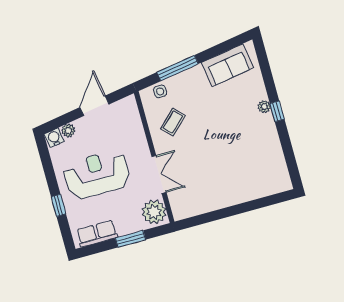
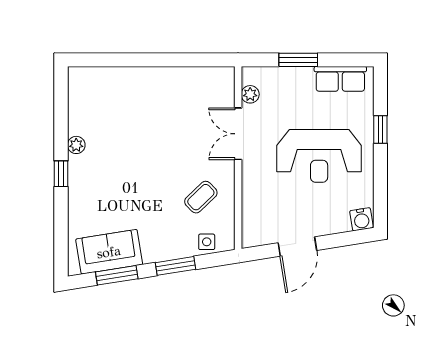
window: (218, 50) -> (117, 275), added
window: (178, 68) -> (175, 266), width x0.69
plant: (264, 107) -> (76, 145), moved
plant: (68, 131) -> (341, 224), removed
plant: (154, 212) -> (250, 94), width x0.53, depth x0.53

